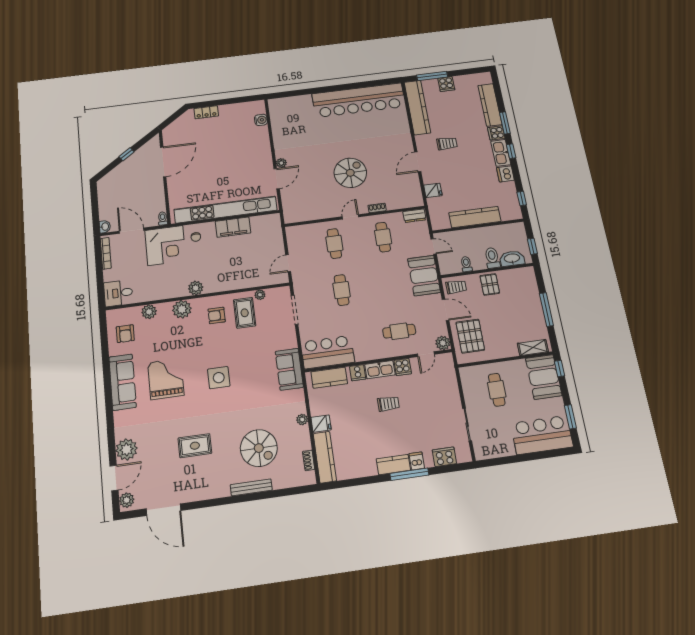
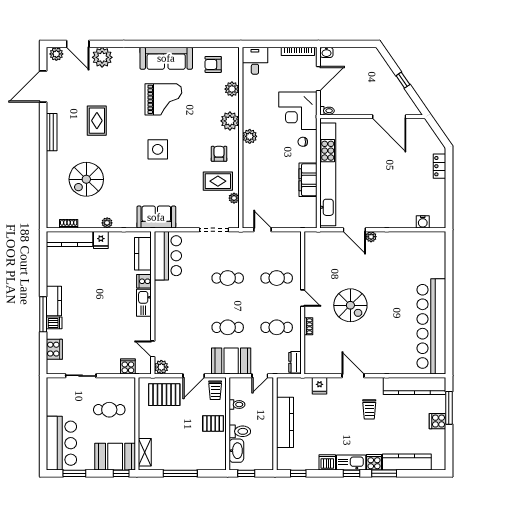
cafe table: (399, 331) -> (228, 327), moved, turned 90
cooker: (403, 367) -> (128, 366), moved, turned 90
trolley: (388, 404) -> (110, 306), removed
bench: (251, 487) -> (52, 132), moved

